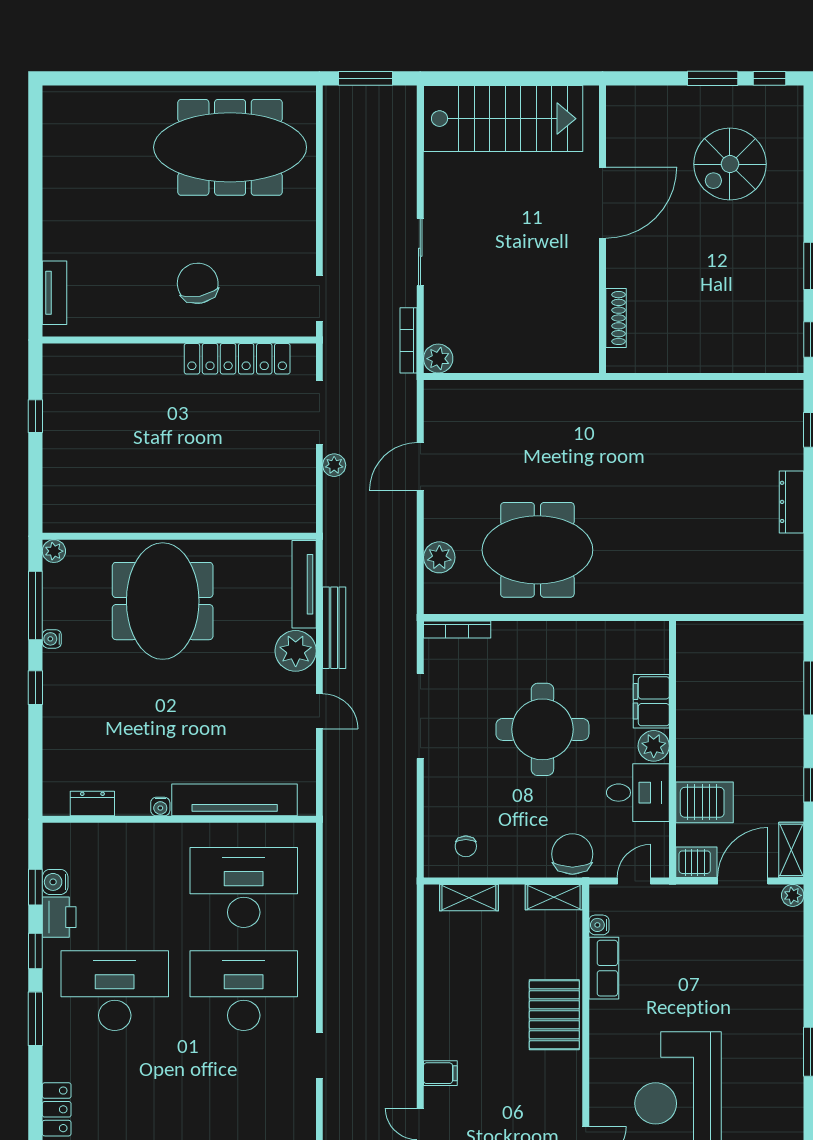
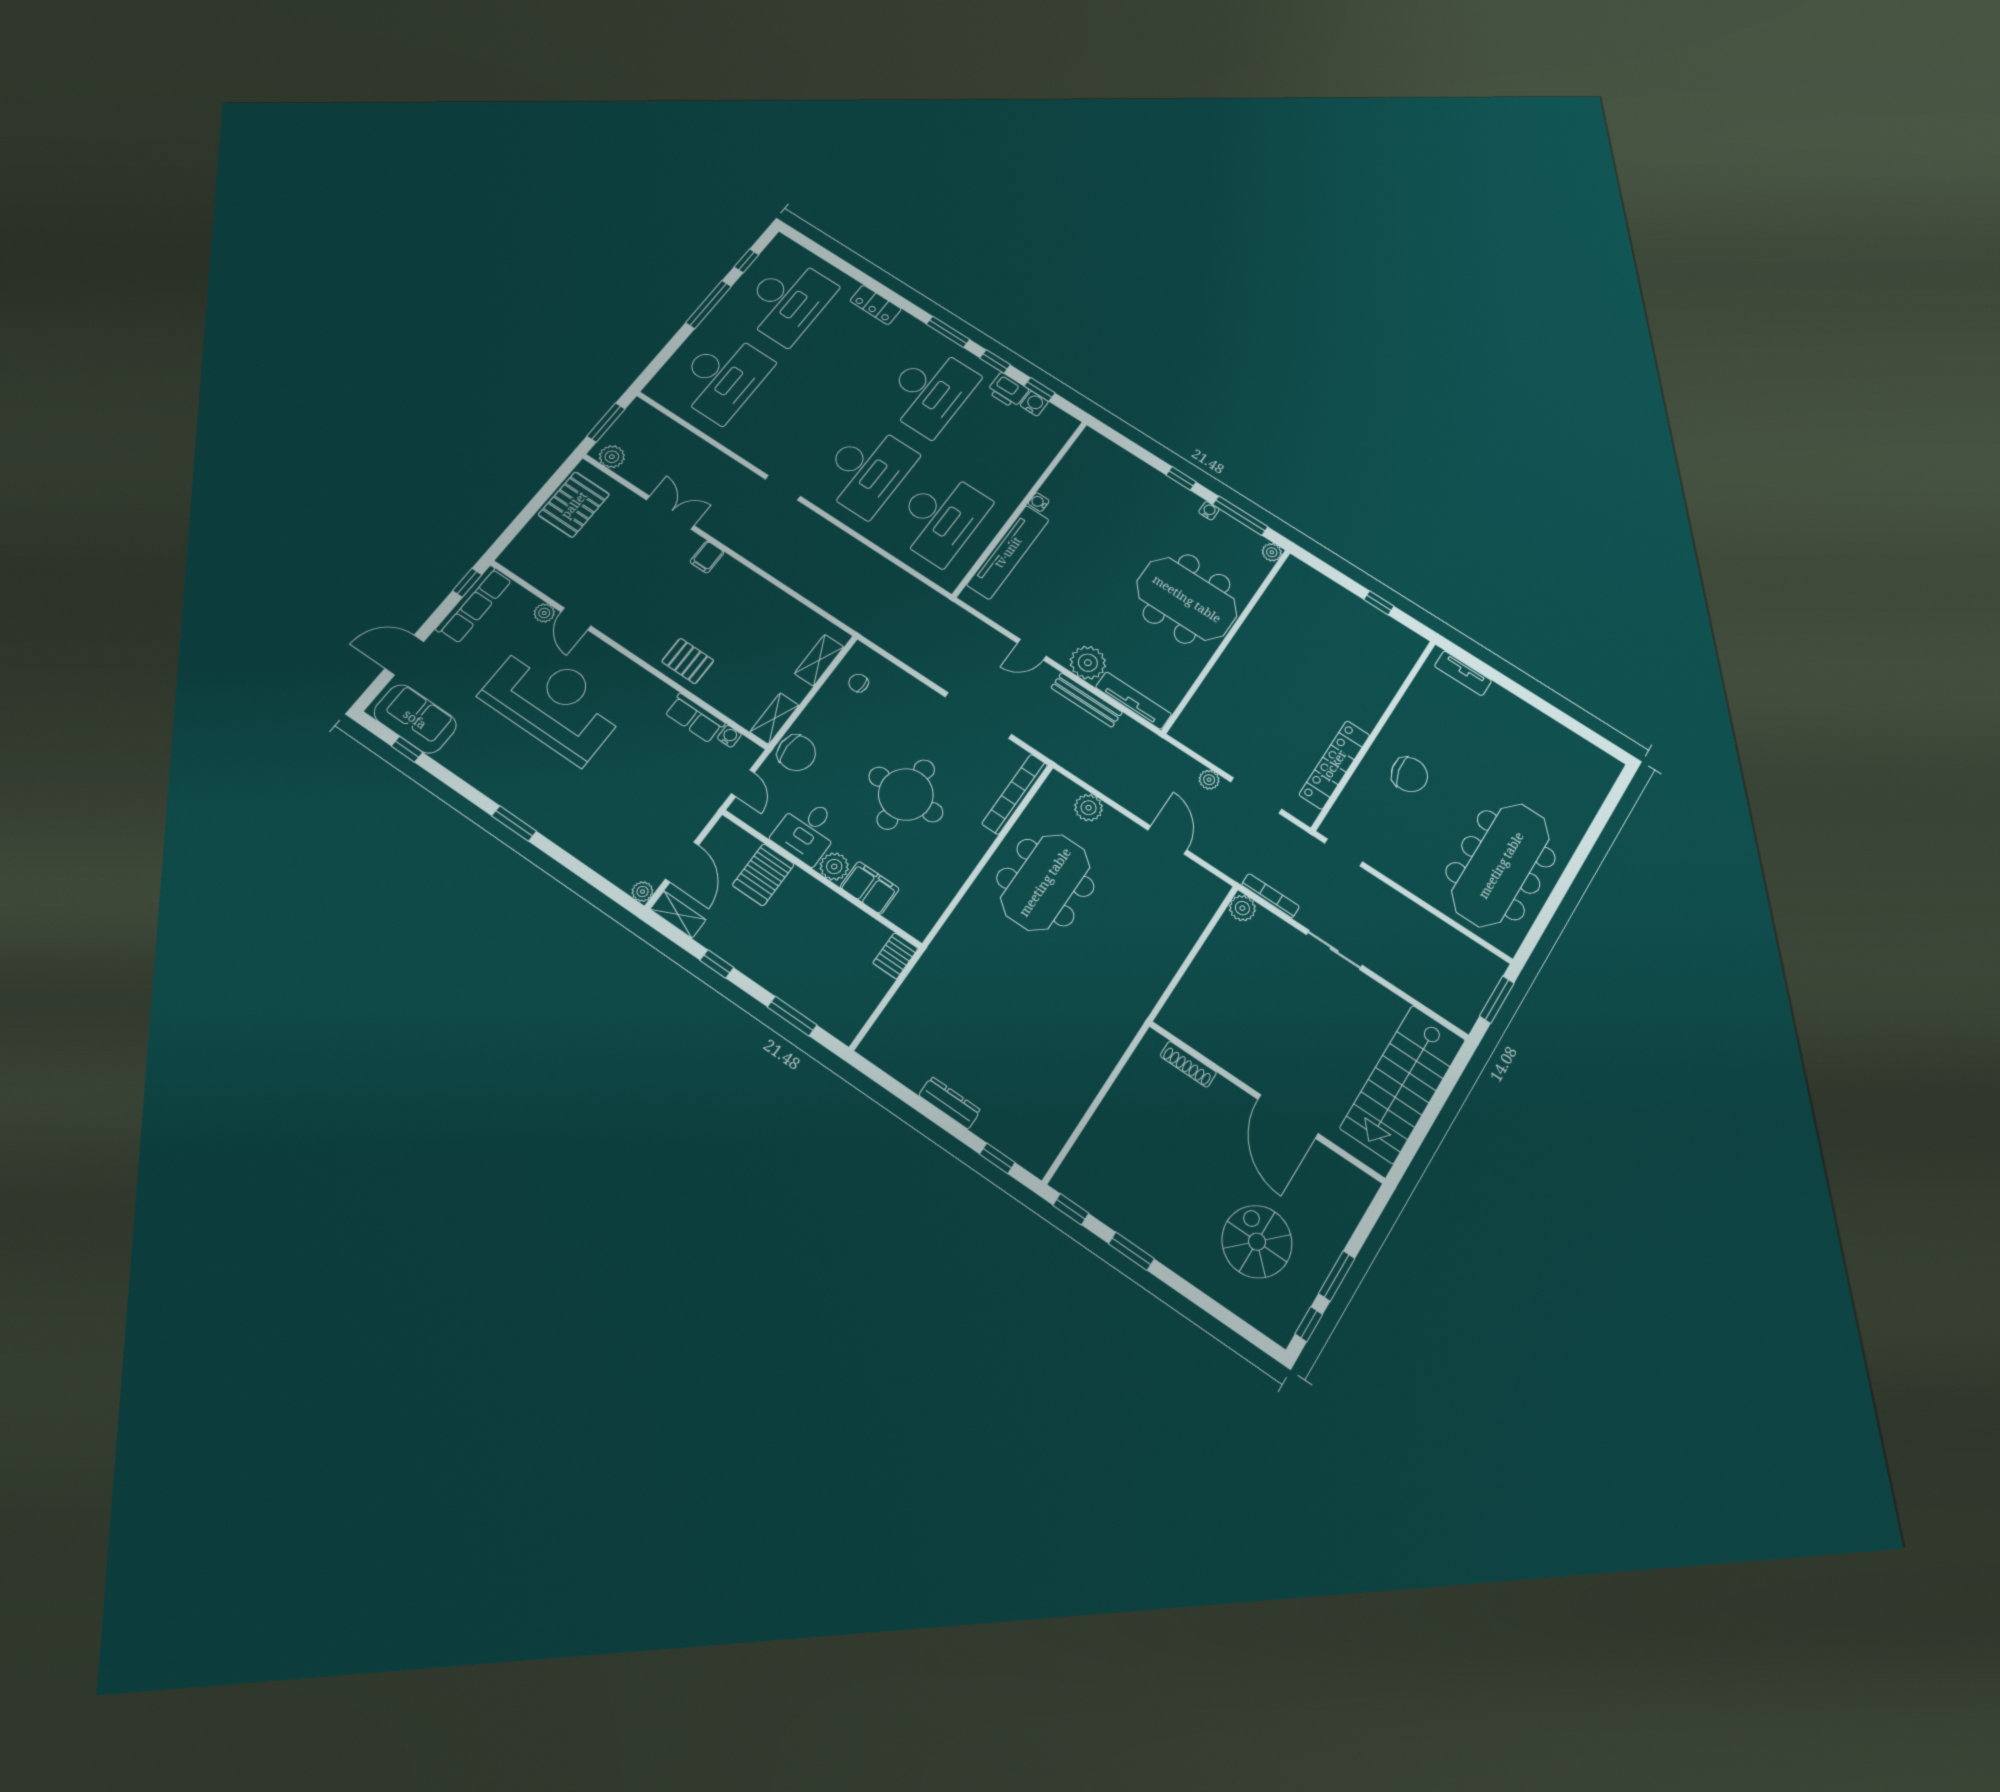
bookcase: (457, 629) -> (1015, 794), width x1.48, depth x1.31
dresser: (92, 804) -> (1072, 461), removed
server rack: (696, 862) -> (896, 956), moved
pallet: (554, 1015) -> (688, 661), width x0.67, depth x0.71

